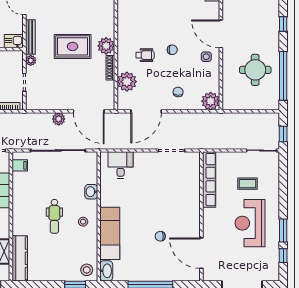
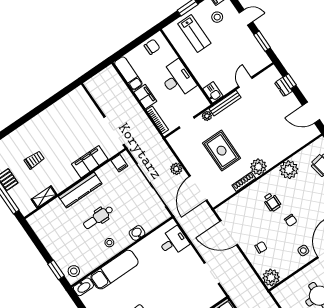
rug: (73, 46) -> (222, 151), moved
plant: (127, 82) -> (289, 170), moved
kitchen counter: (20, 258) -> (80, 190), moved

